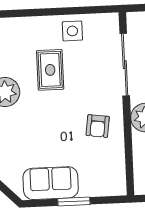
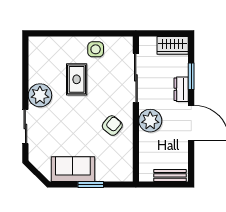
armchair: (98, 126) -> (112, 126), turned -148

